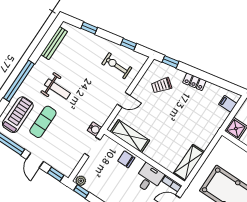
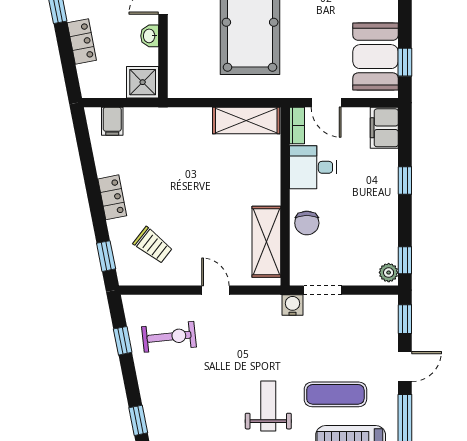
exercise bike: (117, 66) -> (169, 337), turned -96

